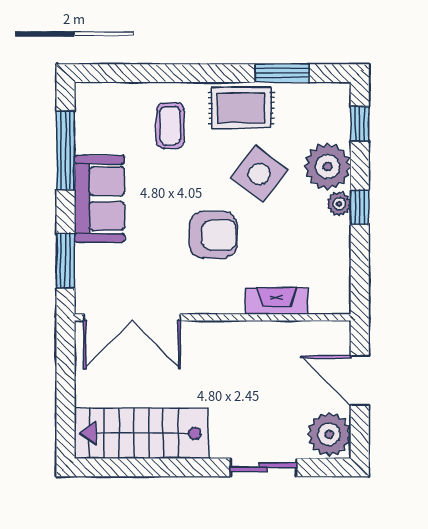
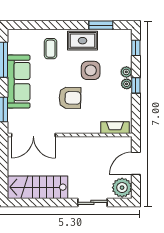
plant: (328, 166) -> (126, 72), width x0.53, depth x0.53
side table: (259, 174) -> (91, 70), turned -37
sofa: (99, 199) -> (19, 82), width x1.36
fireplace: (277, 301) -> (115, 128), moved
door: (360, 381) -> (136, 163), hinge flipped

